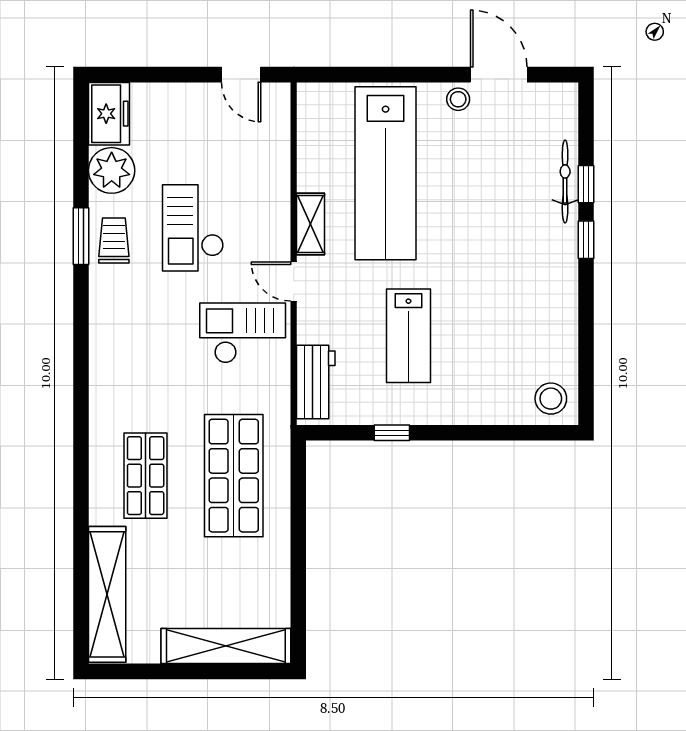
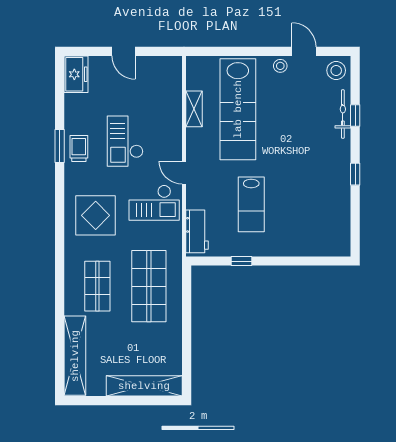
door: (241, 75) -> (124, 51), moved
door: (499, 75) -> (304, 51), width x0.73
plant: (112, 170) -> (77, 108), removed
shelving: (311, 224) -> (194, 109), moved
window: (586, 240) -> (355, 174), moved
checkout: (243, 333) -> (154, 203), turned 180
display table: (142, 355) -> (96, 215), added
stool: (551, 399) -> (336, 70), moved

